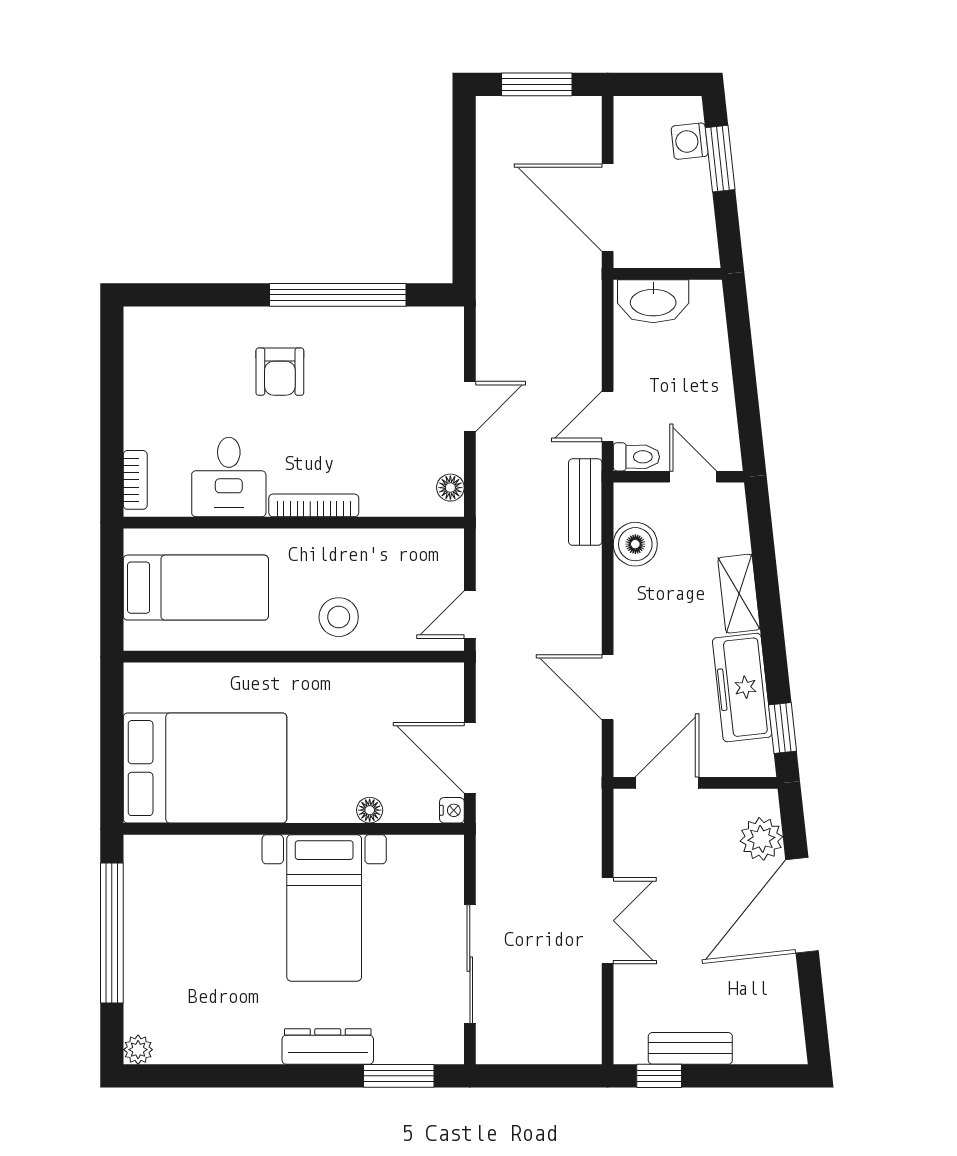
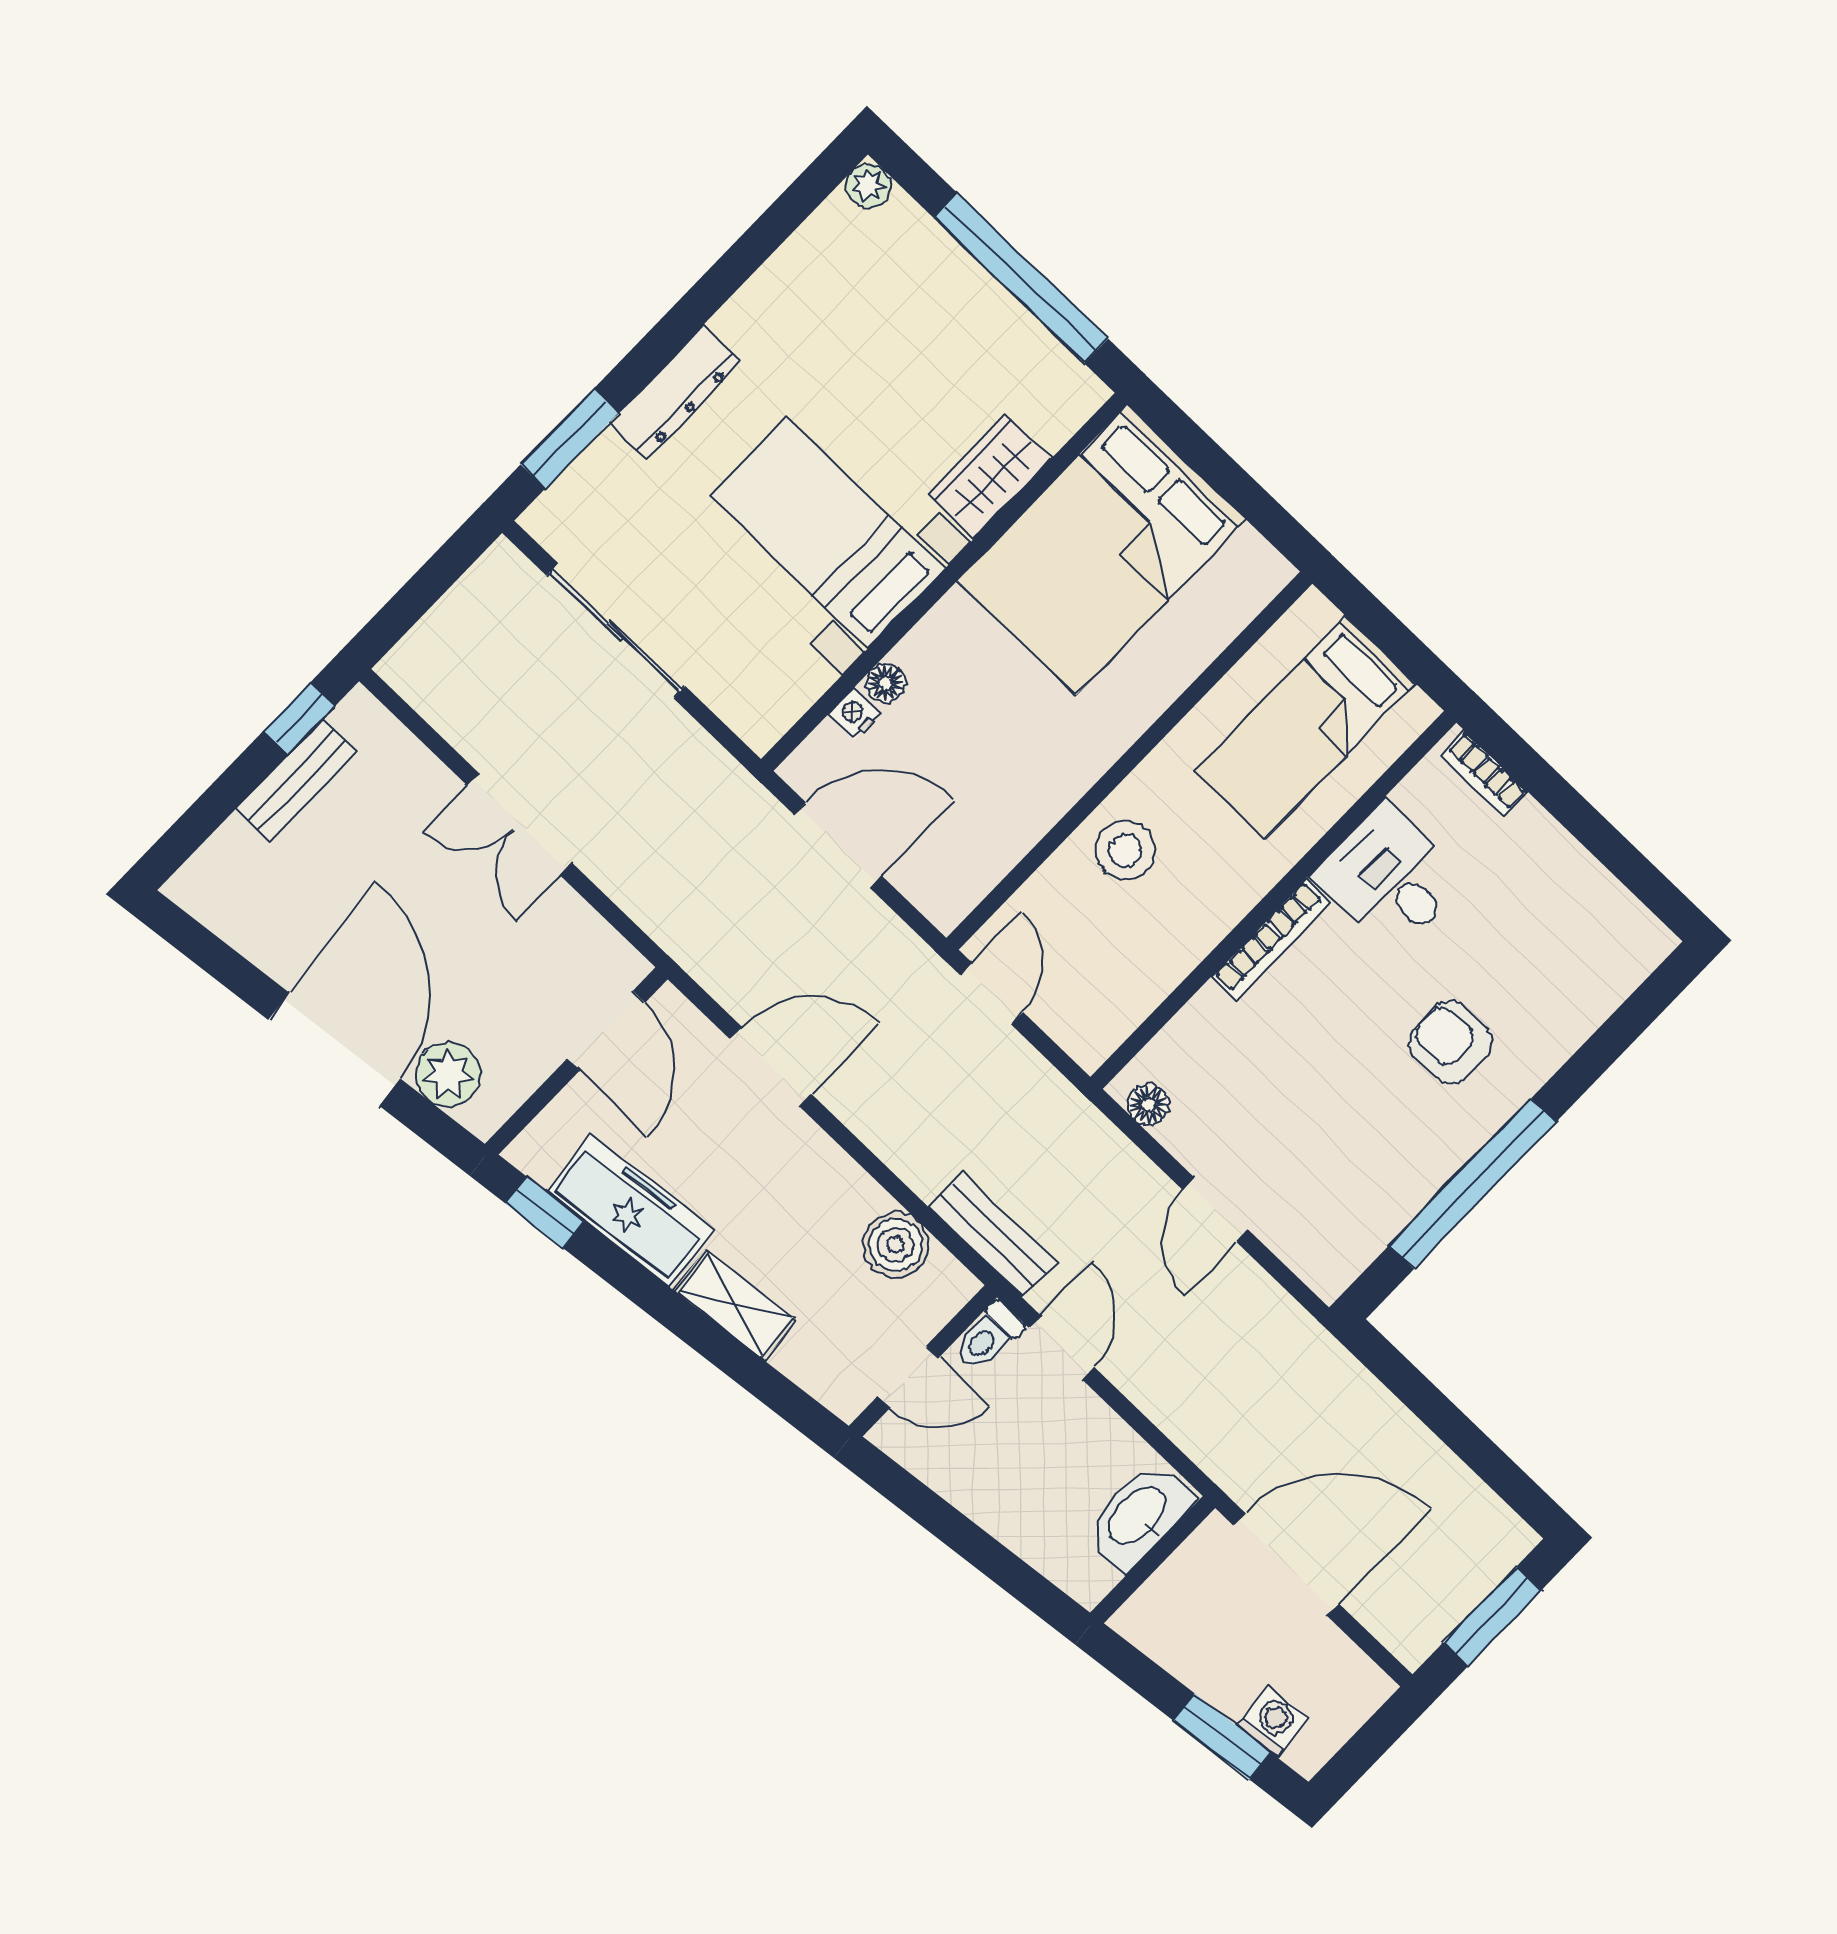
nightstand: (452, 810) -> (854, 713), moved, turned 90
wardrobe: (222, 856) -> (989, 476), added

